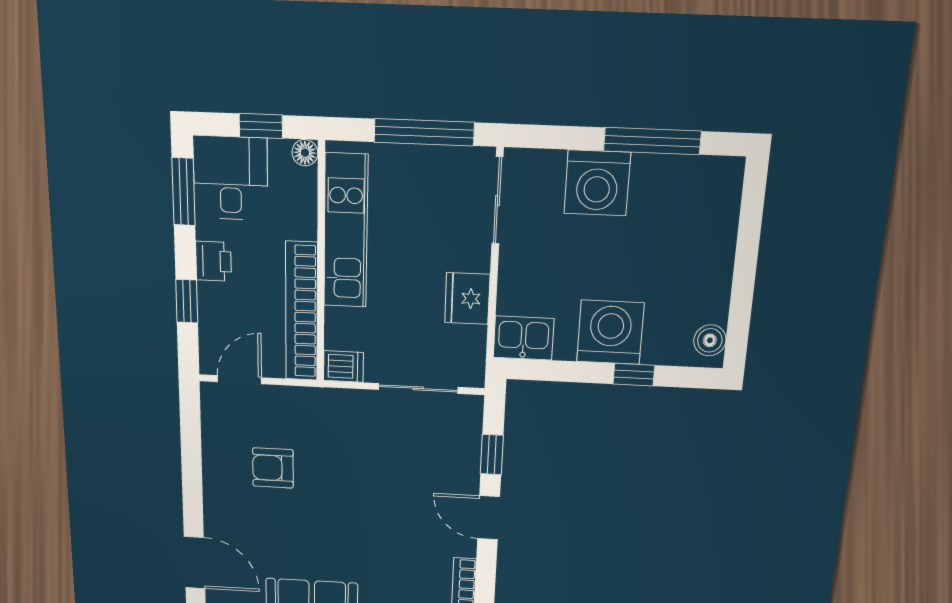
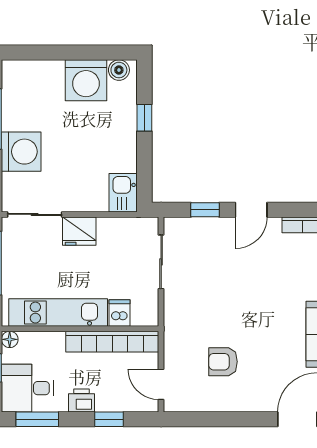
fridge: (467, 298) -> (79, 231), moved
washing machine: (610, 332) -> (86, 80), moved, turned -90
dishwasher: (343, 366) -> (120, 313), moved
armchair: (273, 468) -> (223, 362), turned 90

